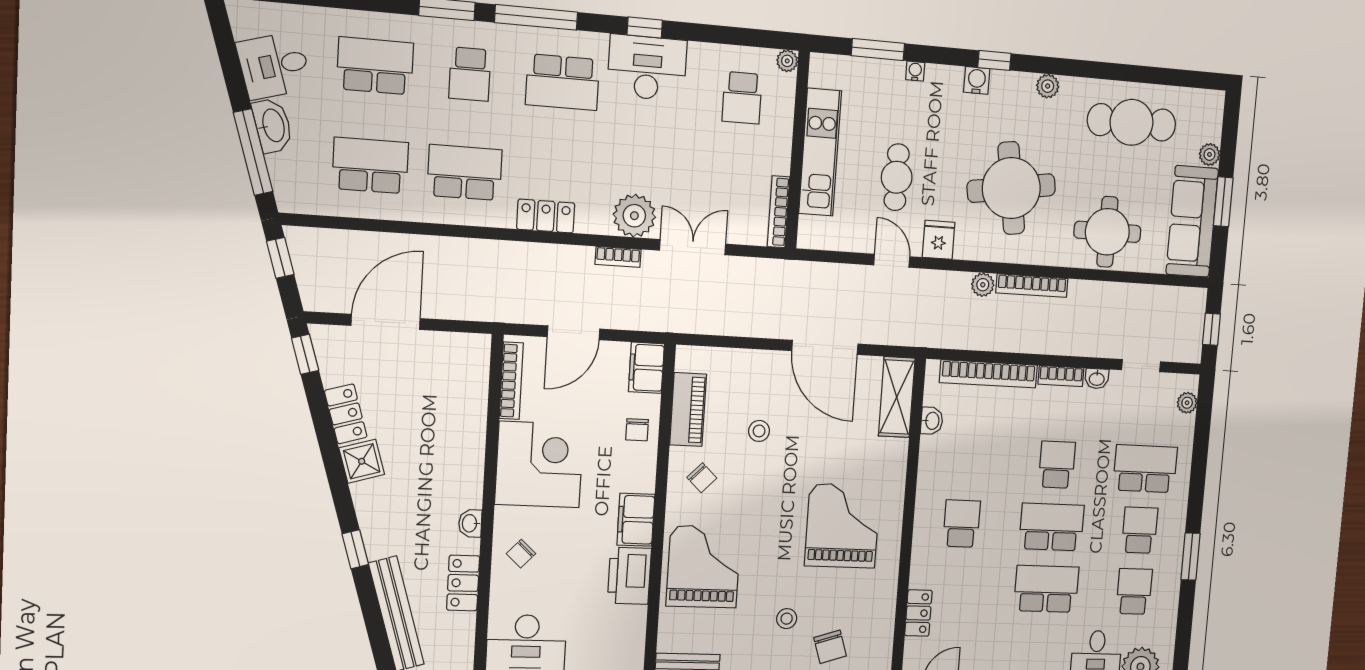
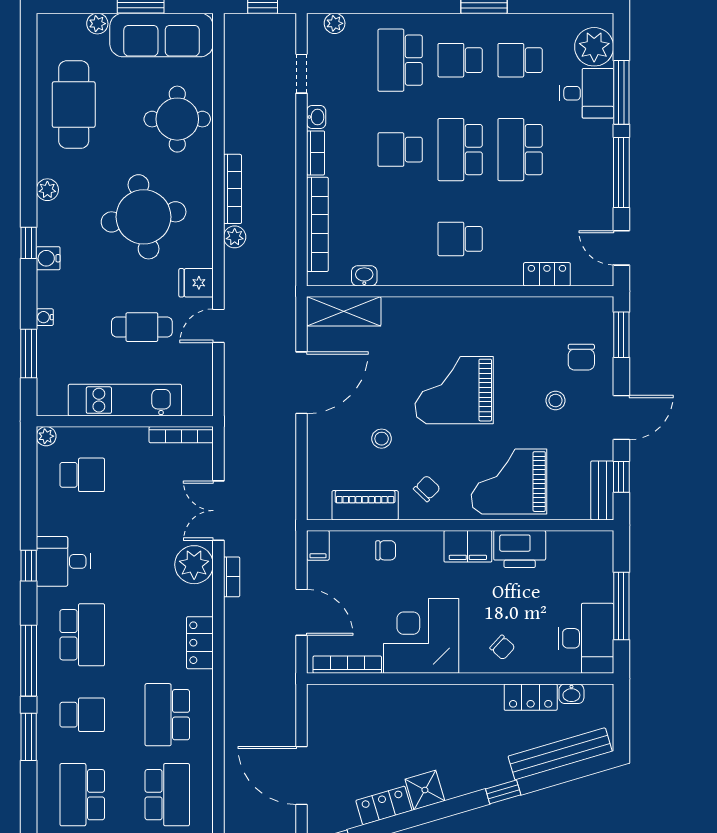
desk: (647, 68) -> (63, 561), width x0.73
school desk: (370, 165) -> (167, 795), turned 180
filing cabinet: (646, 368) -> (318, 545), width x0.50
washbasin: (470, 523) -> (571, 694), moved
grand piano: (842, 526) -> (454, 390), moved
chair: (830, 647) -> (581, 357), turned 108

